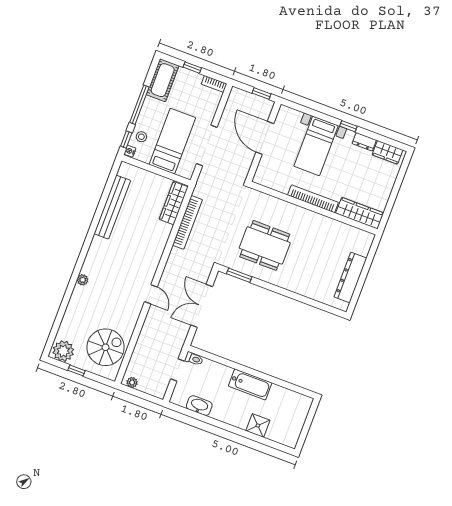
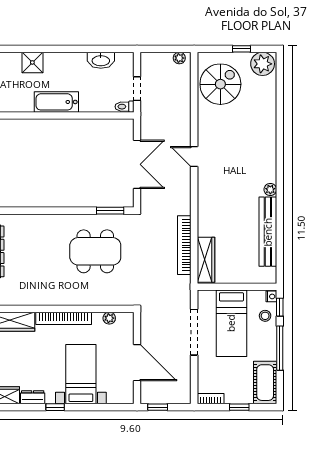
plant: (274, 184) -> (109, 318), added
plant: (83, 280) -> (270, 189), moved
spiral stairs: (106, 347) -> (220, 84), turned 180

